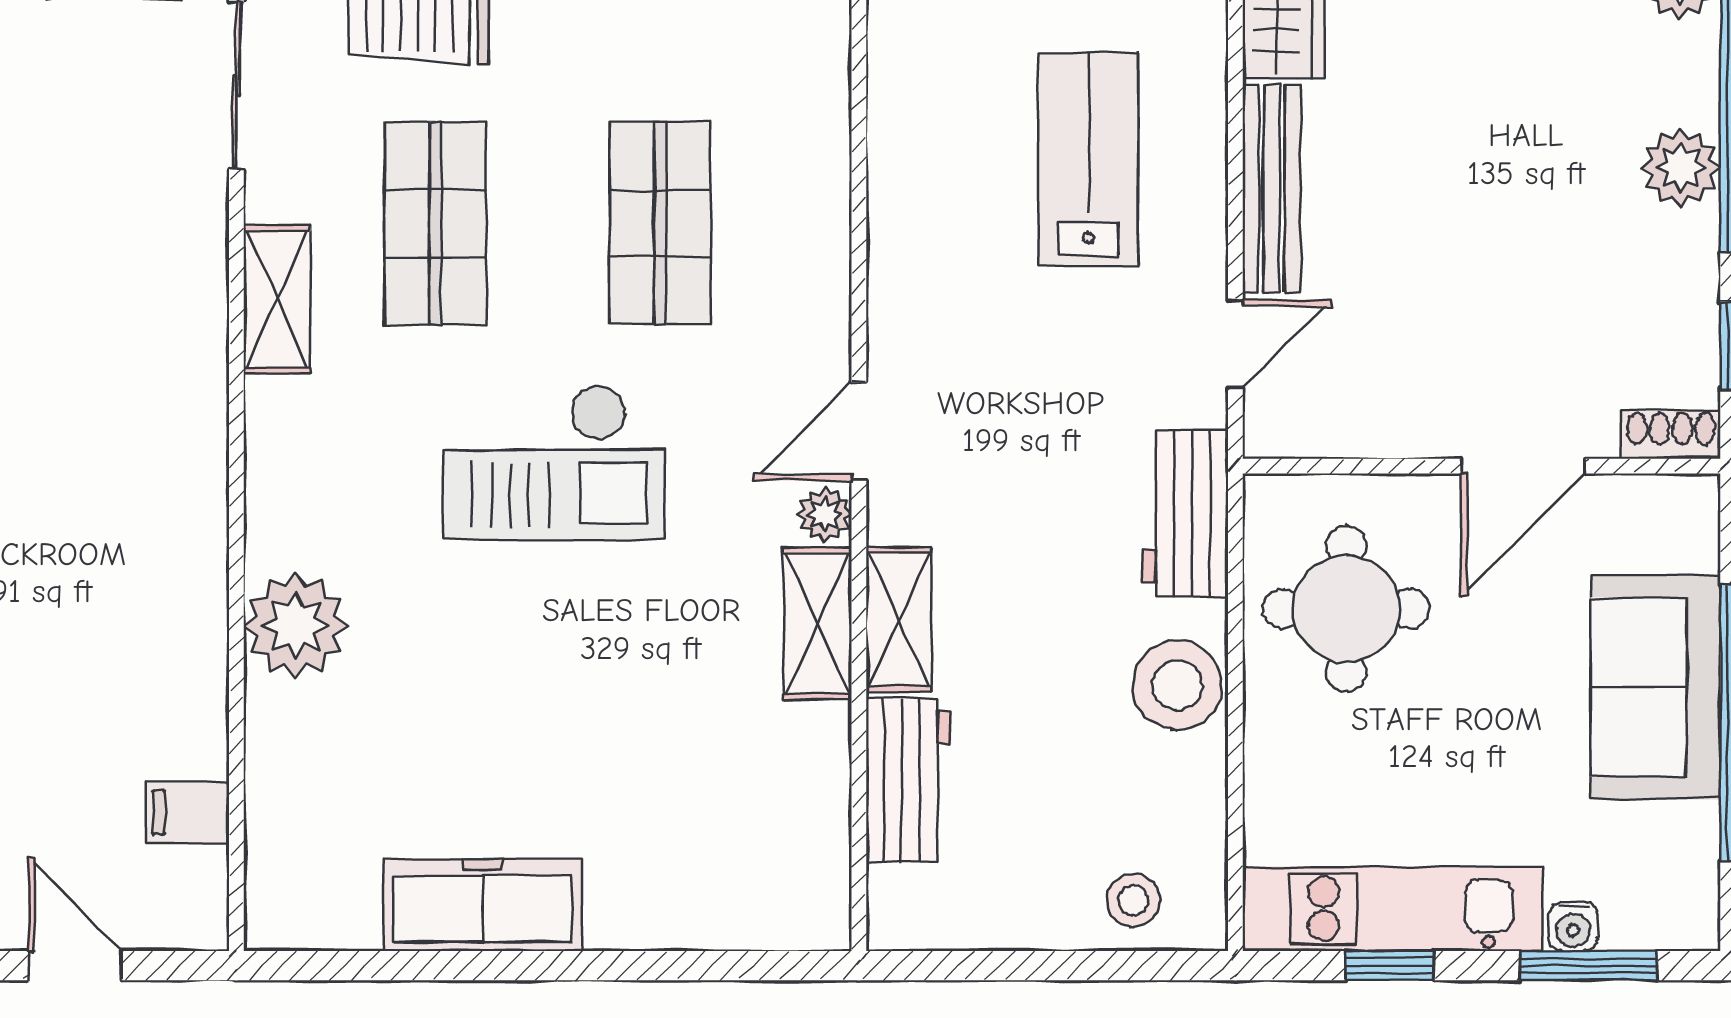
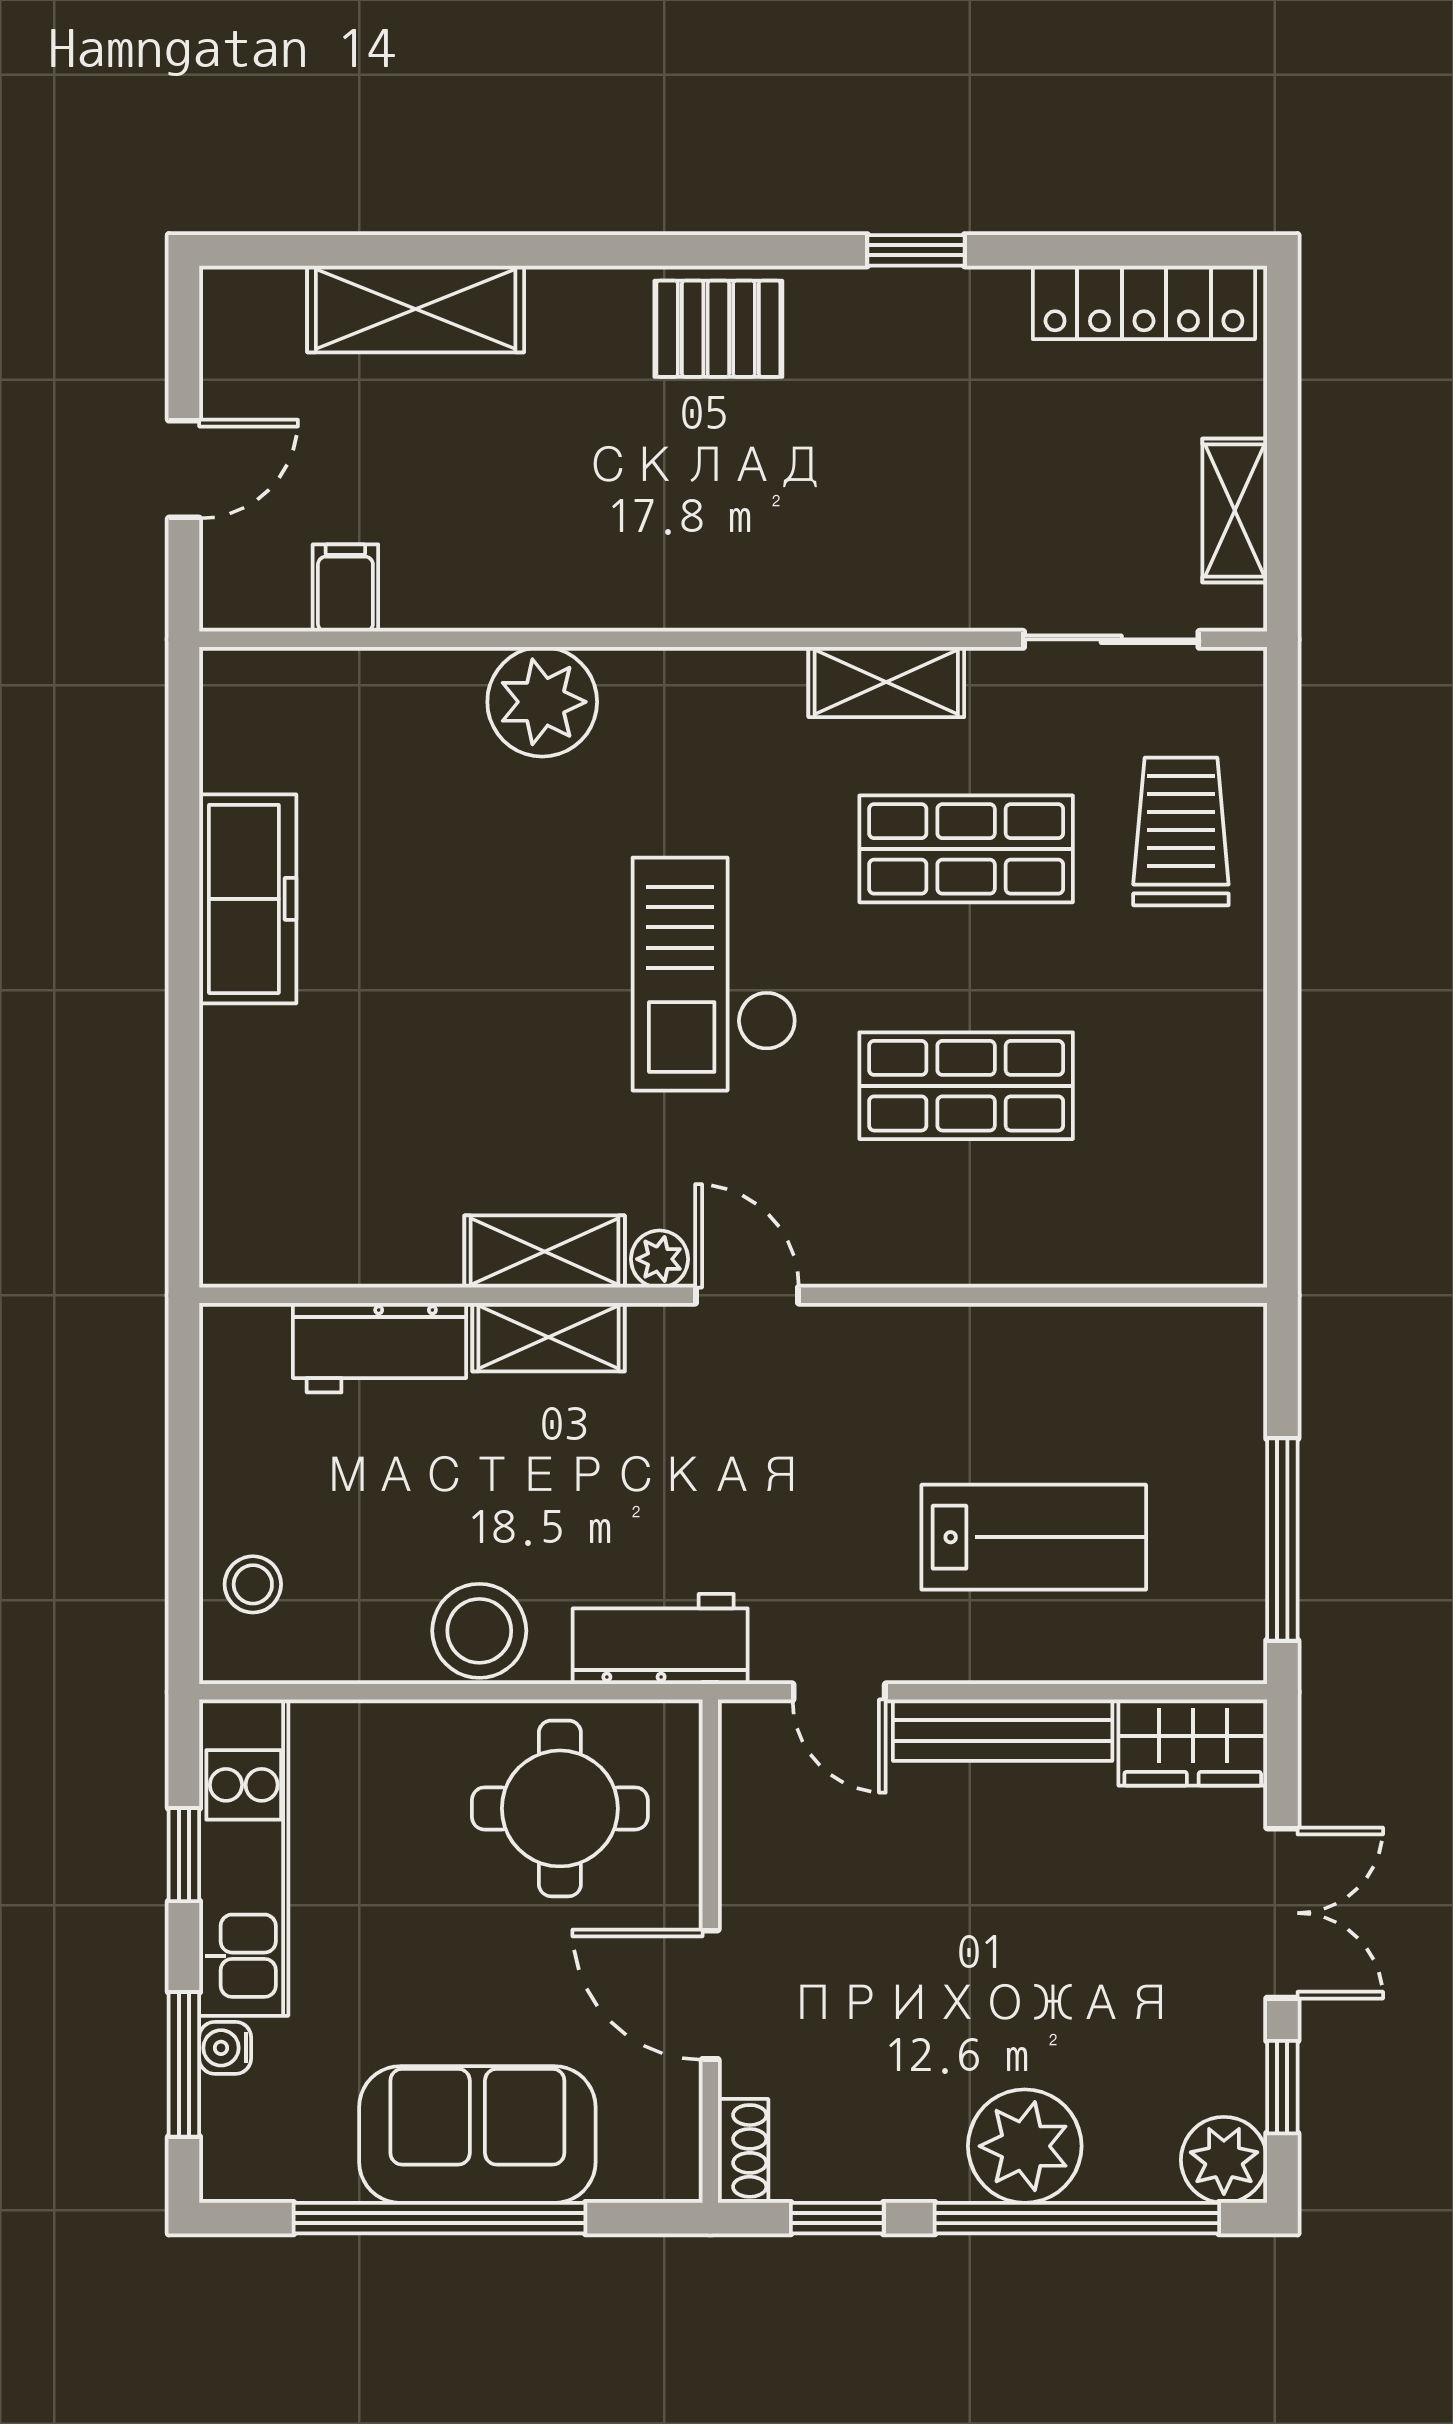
plant: (1681, 168) -> (1025, 2146), width x1.36, depth x1.36

